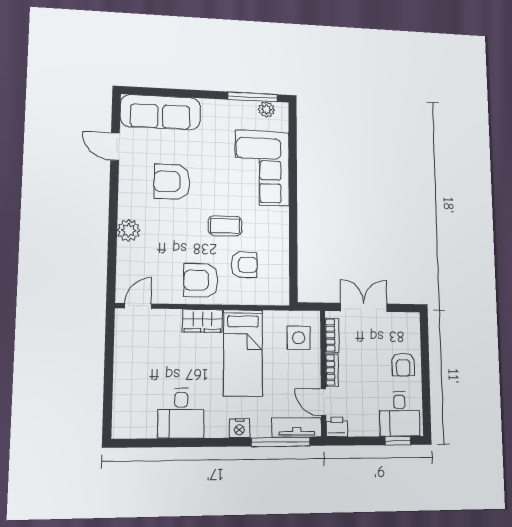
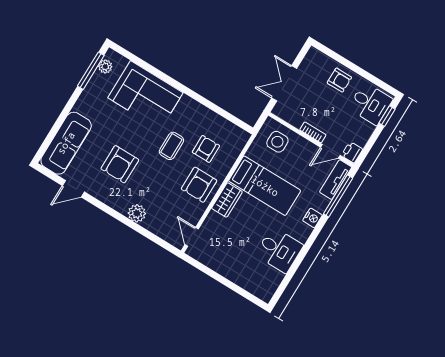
bookcase: (332, 335) -> (290, 118), removed

